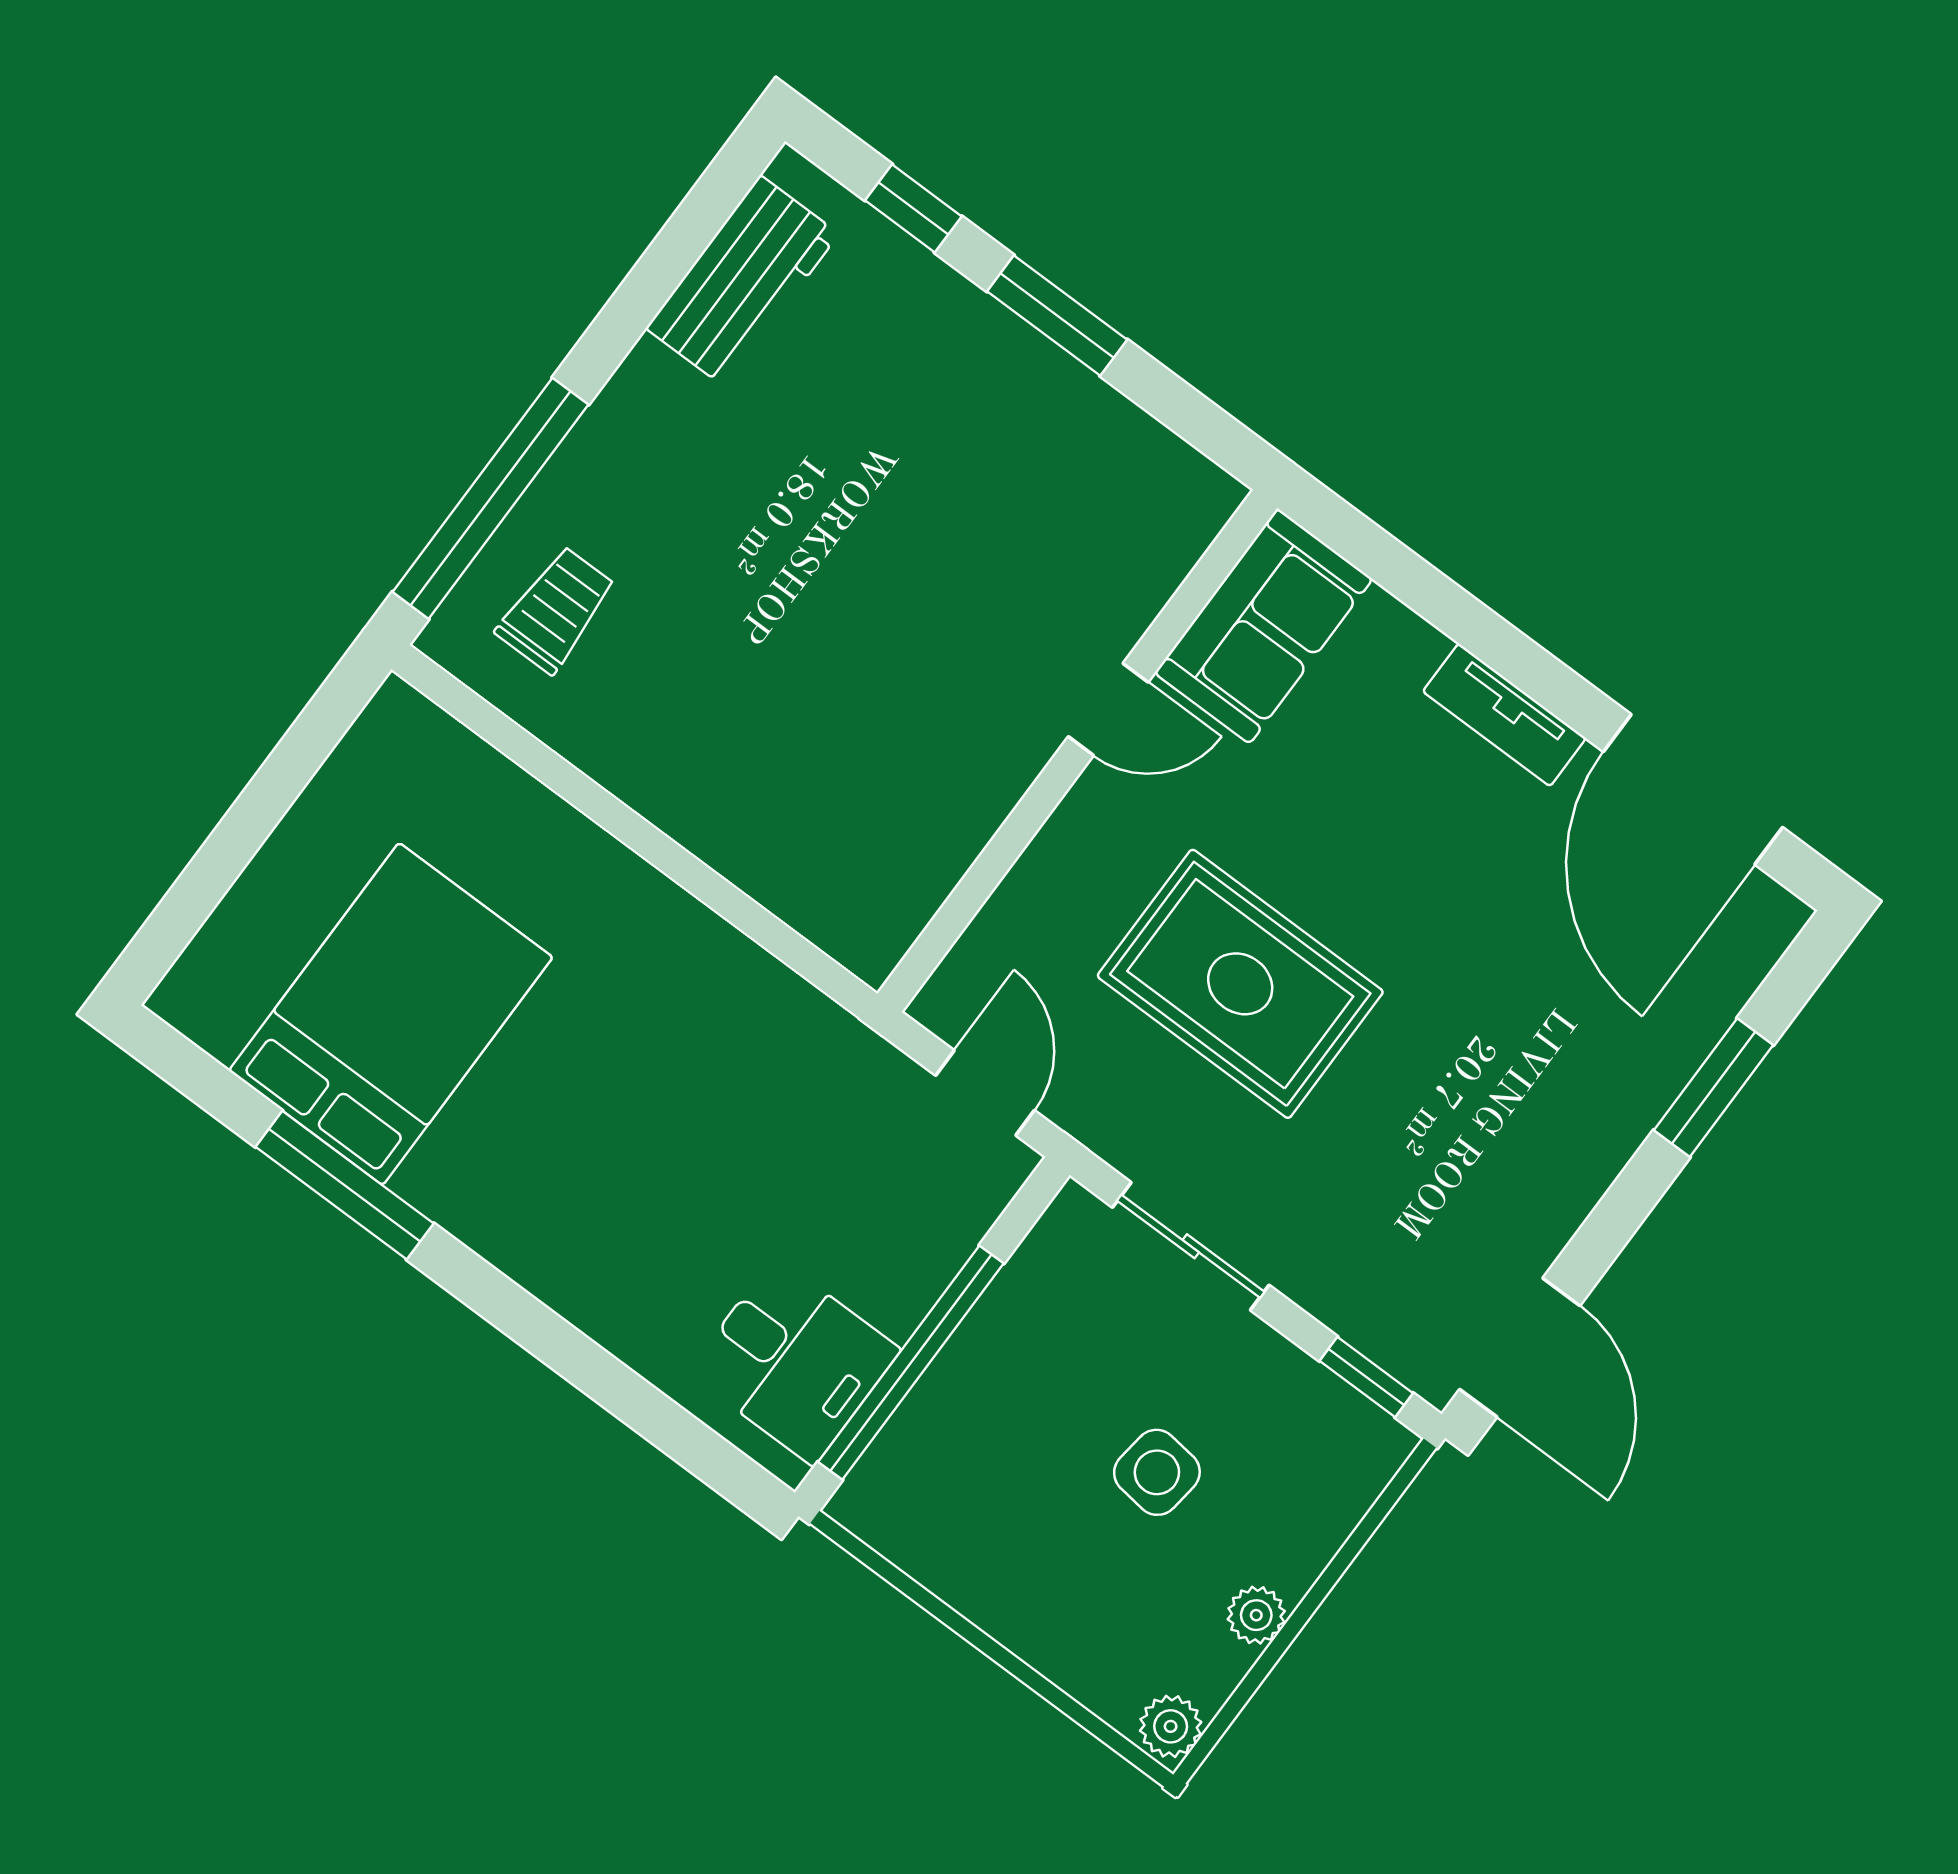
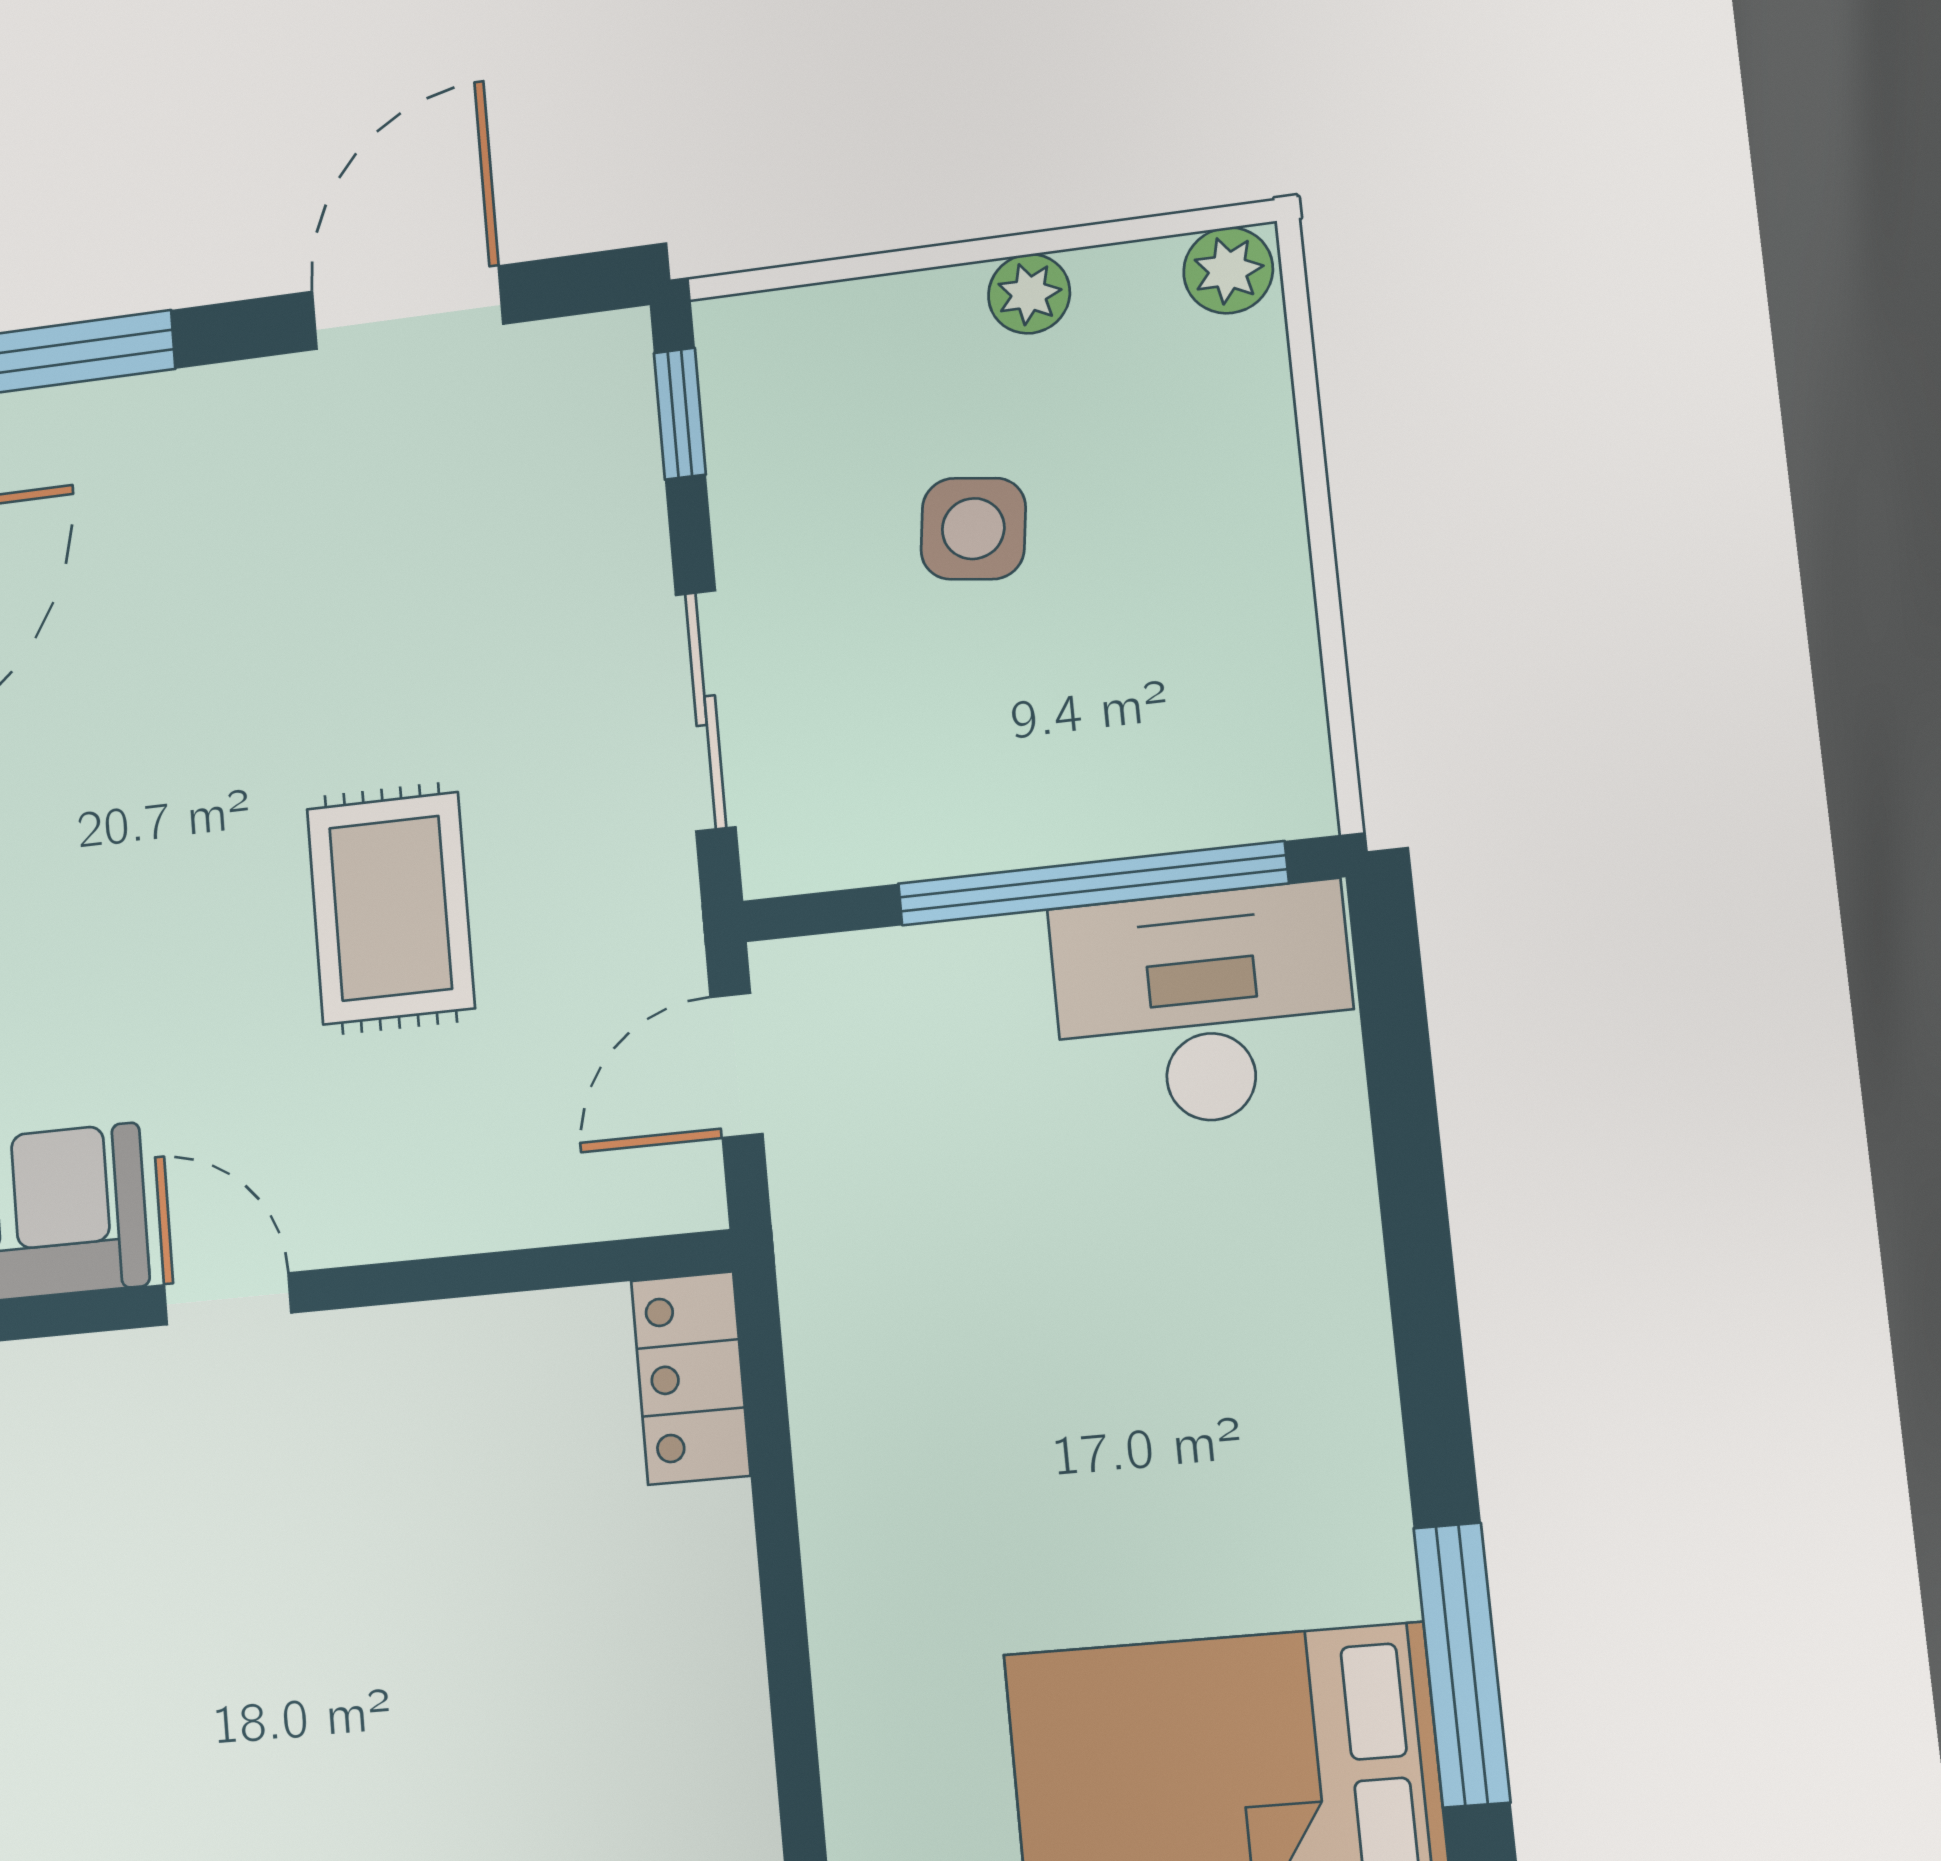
locker: (841, 922) -> (691, 1378), added
rug: (1240, 984) -> (391, 908), width x0.73, depth x0.70
door: (1520, 1347) -> (407, 308), moved
desk: (794, 1361) -> (1204, 1006), width x1.37

